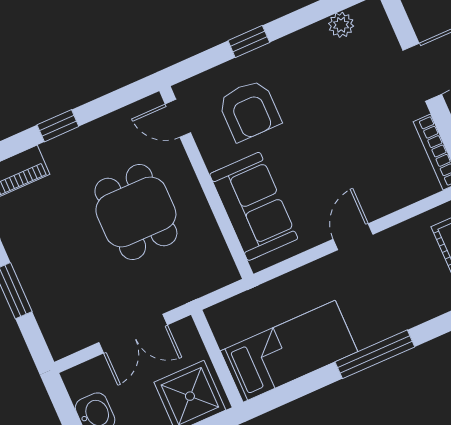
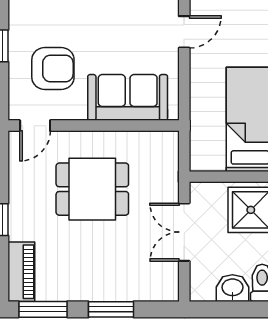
door: (353, 237) -> (184, 32), swing flipped
double door: (133, 334) -> (184, 232), swing flipped

